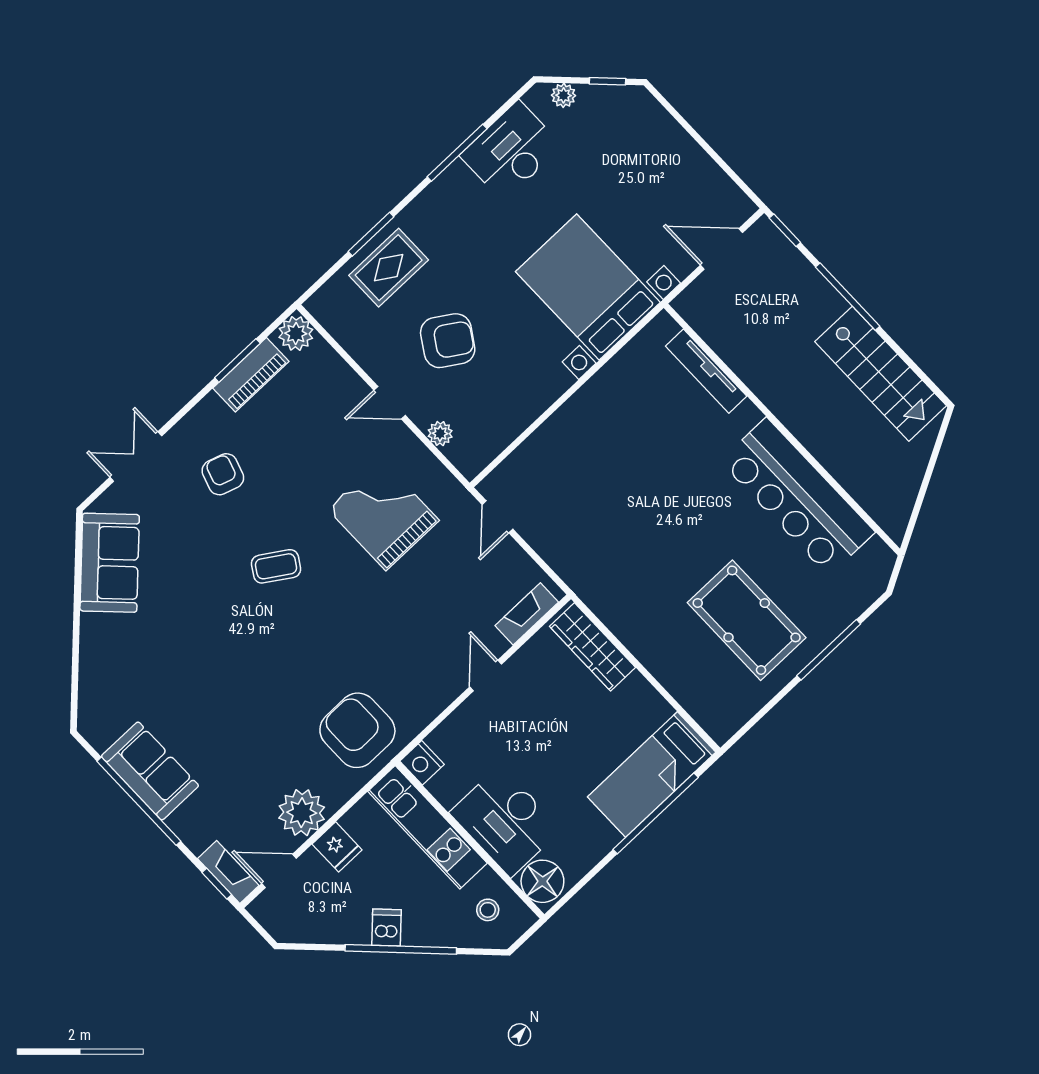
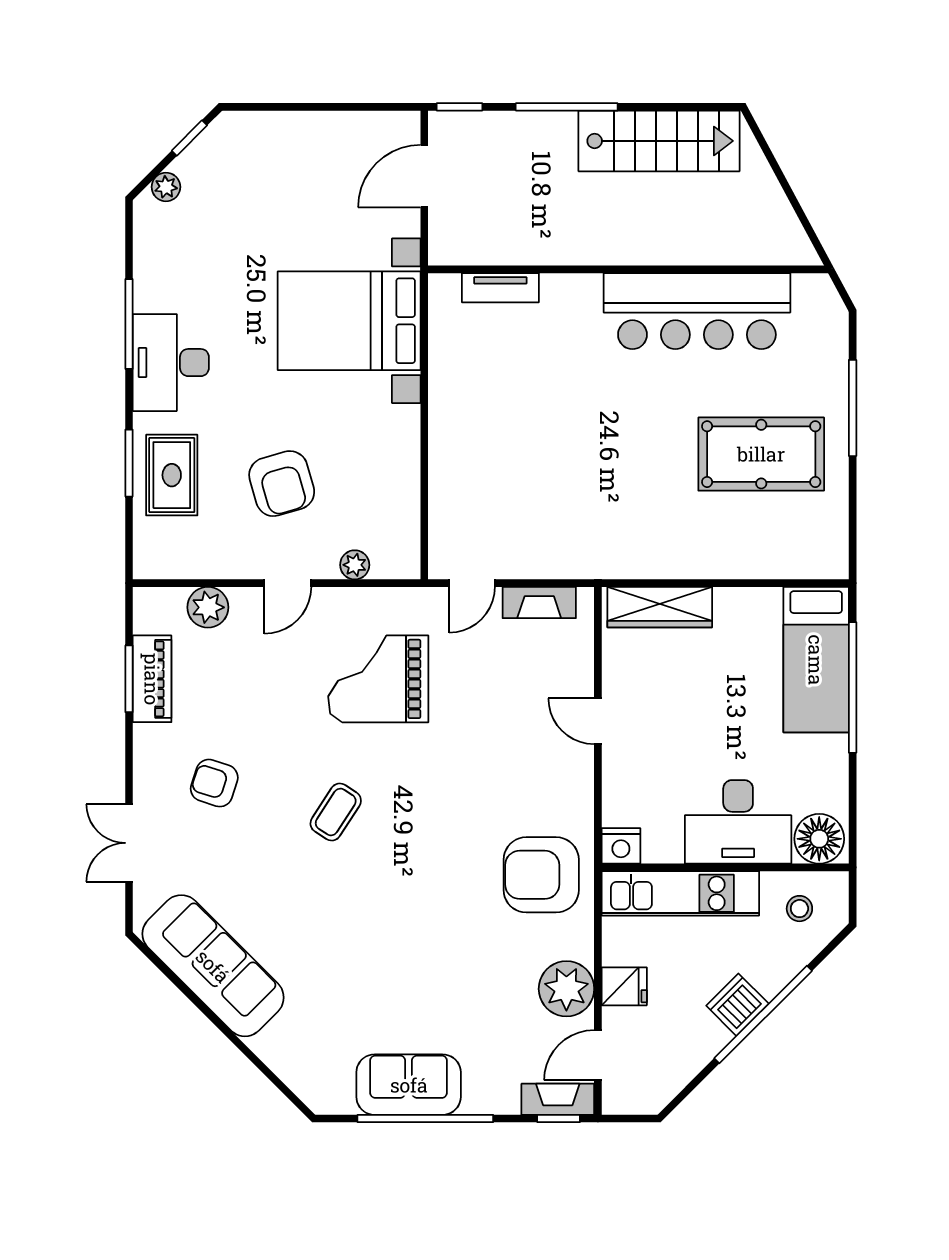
desk: (511, 151) -> (171, 363), moved
plant: (296, 333) -> (208, 607), moved
armchair: (448, 341) -> (282, 484), turned 131
tv unit: (706, 371) -> (500, 288), width x0.71
door: (497, 517) -> (472, 583), hinge flipped
sofa: (110, 563) -> (213, 966), width x1.36
fireplace: (527, 614) -> (539, 602), moved, turned -90
dishwasher: (387, 928) -> (737, 1005), width x1.38

